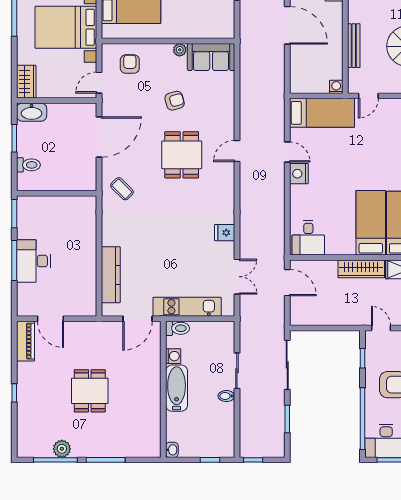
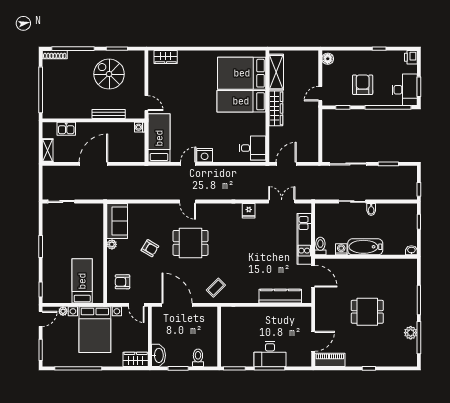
armchair: (175, 101) -> (150, 248), turned 137

